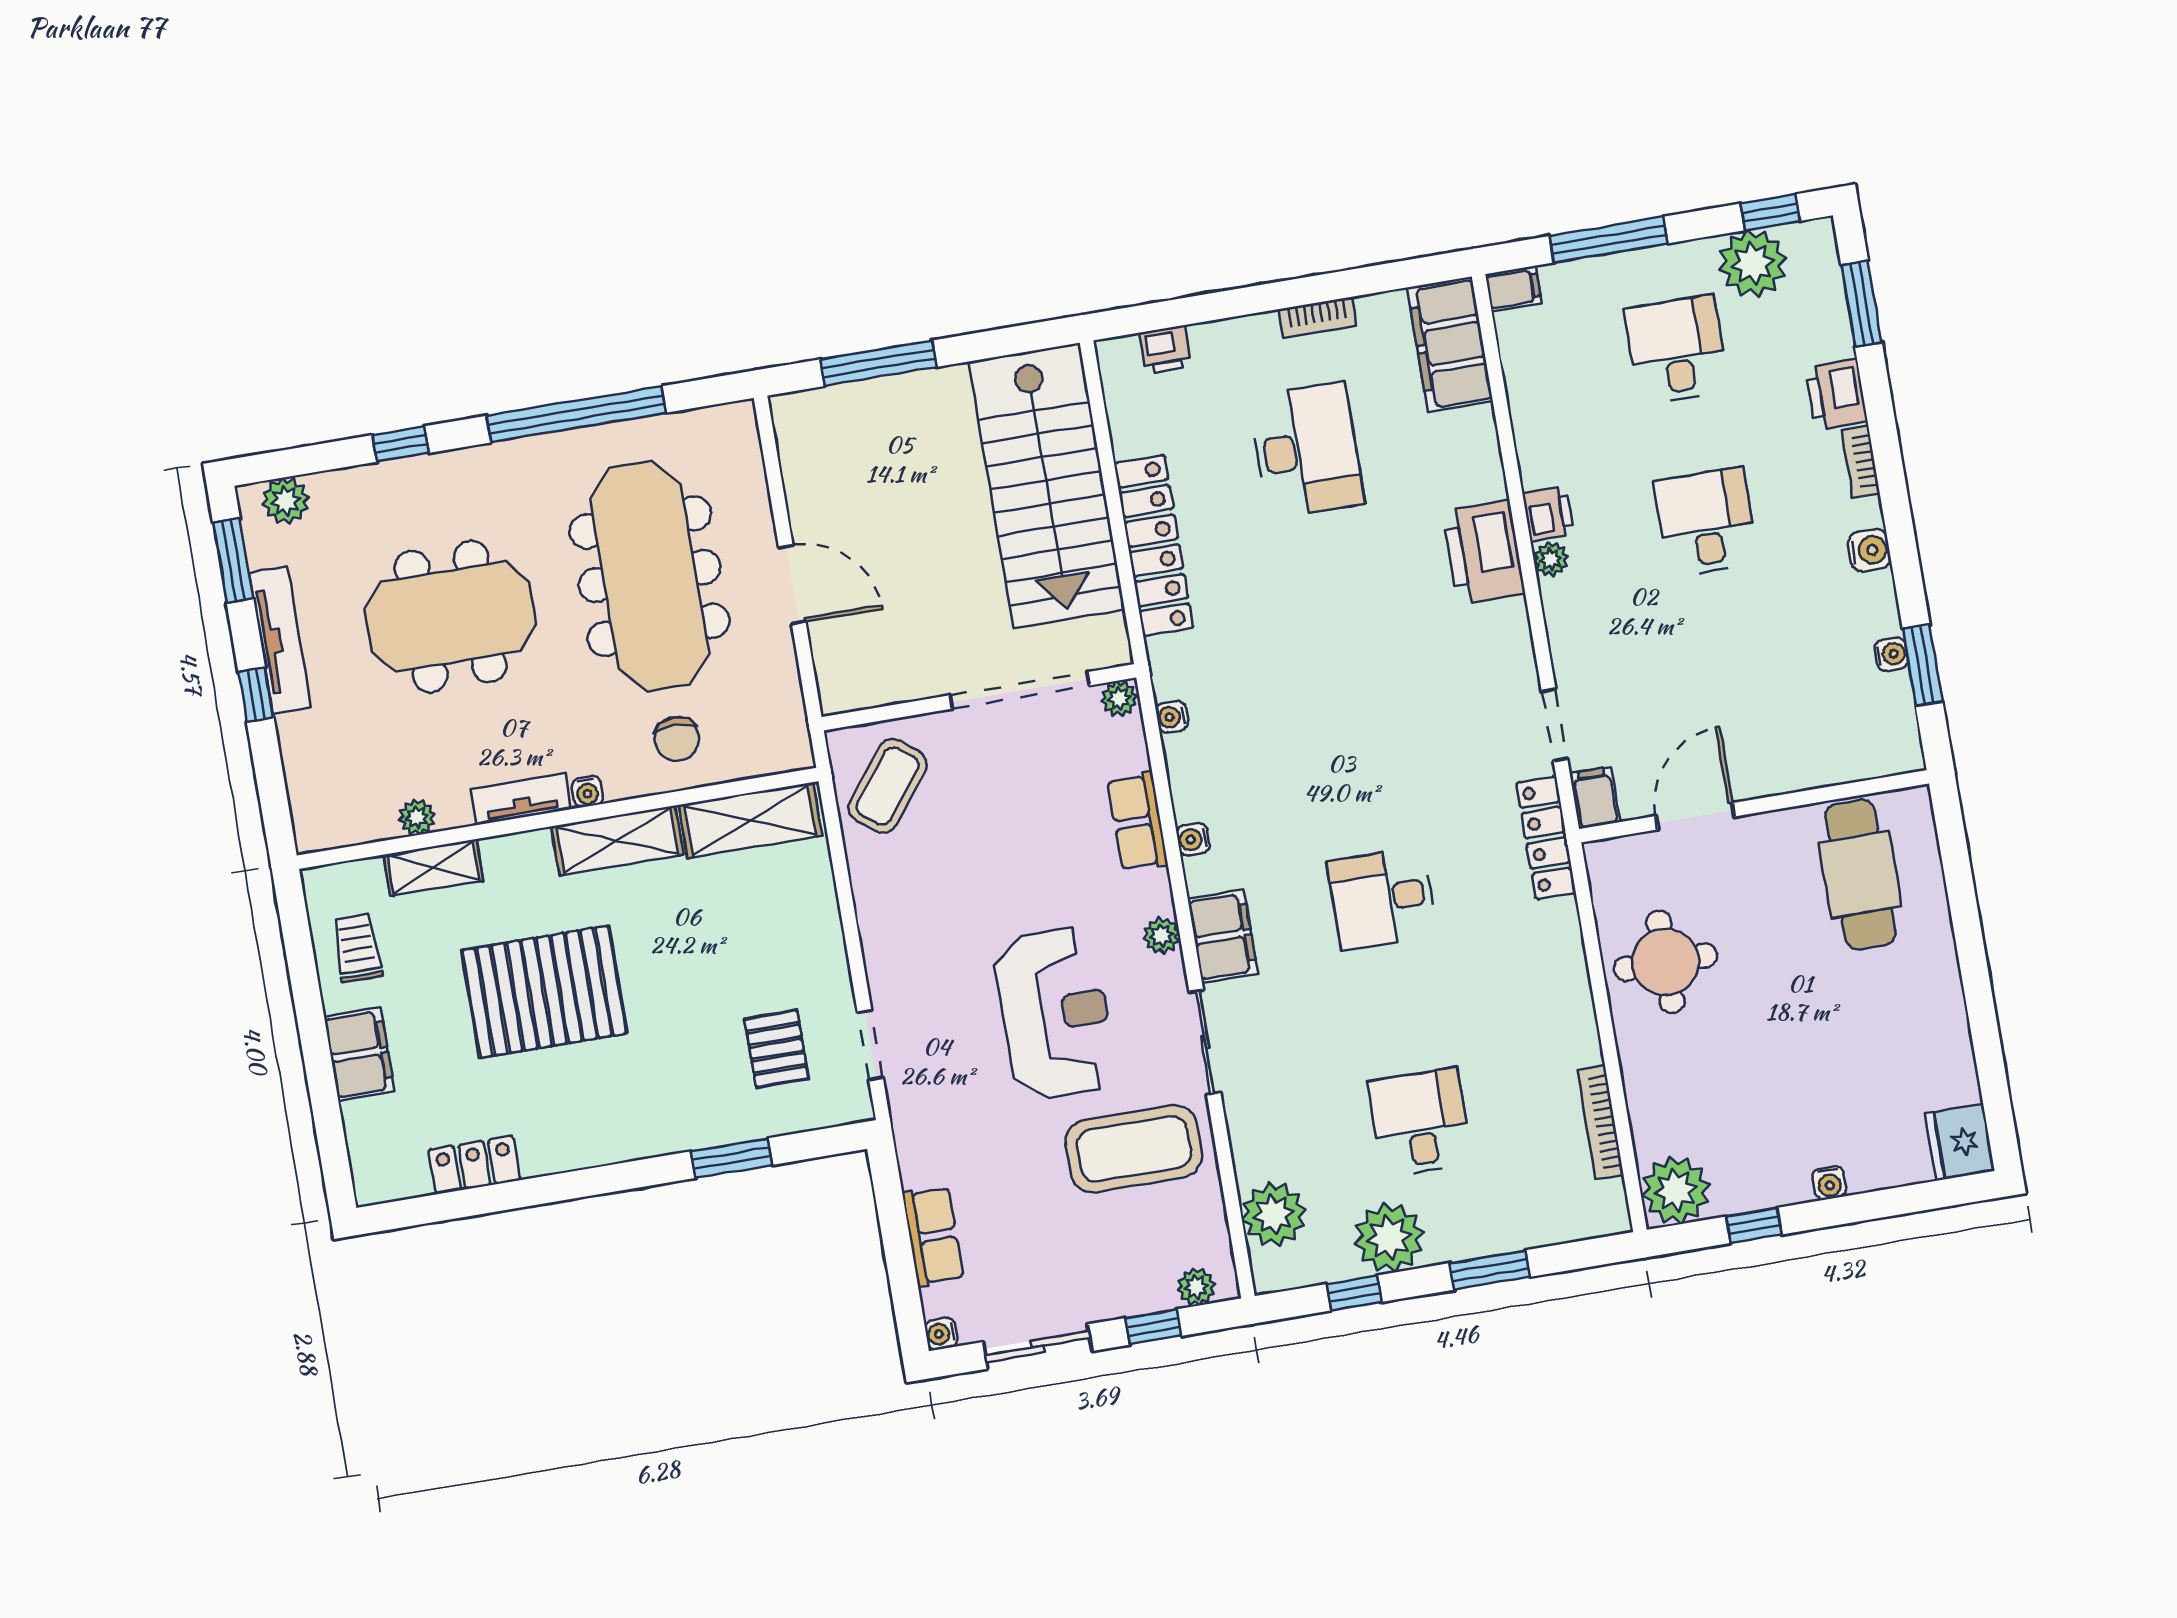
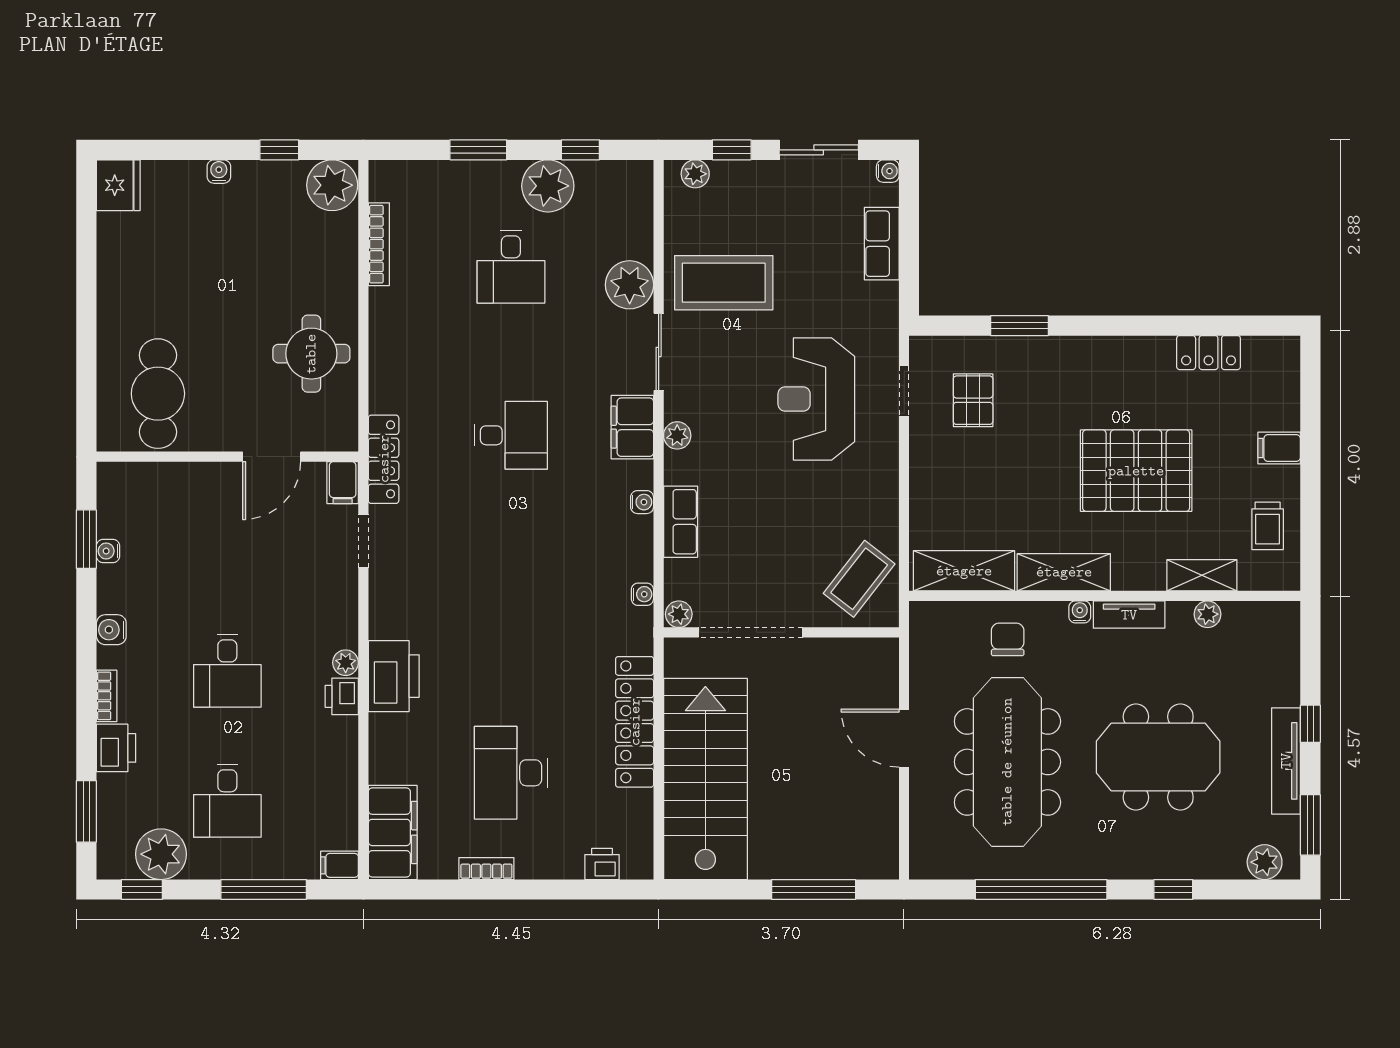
reception desk: (1055, 1013) -> (816, 399), moved
filing cabinet: (359, 1054) -> (1279, 448), width x0.50
plant: (1274, 1214) -> (630, 285), moved

